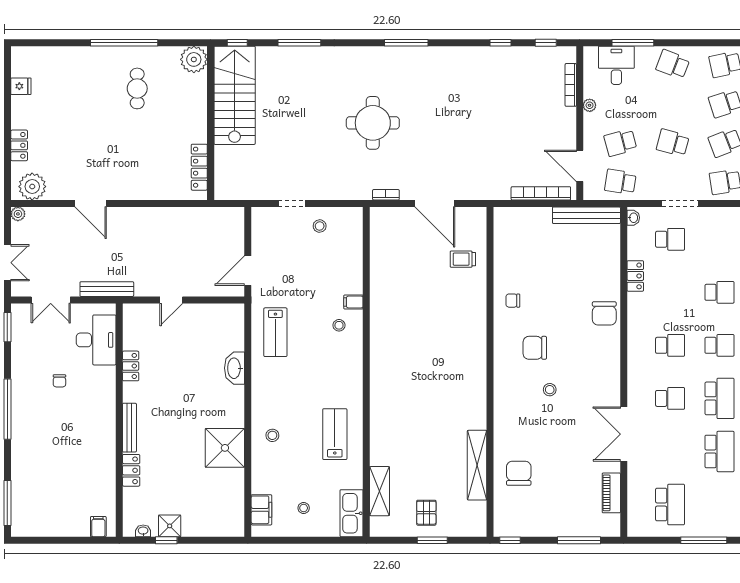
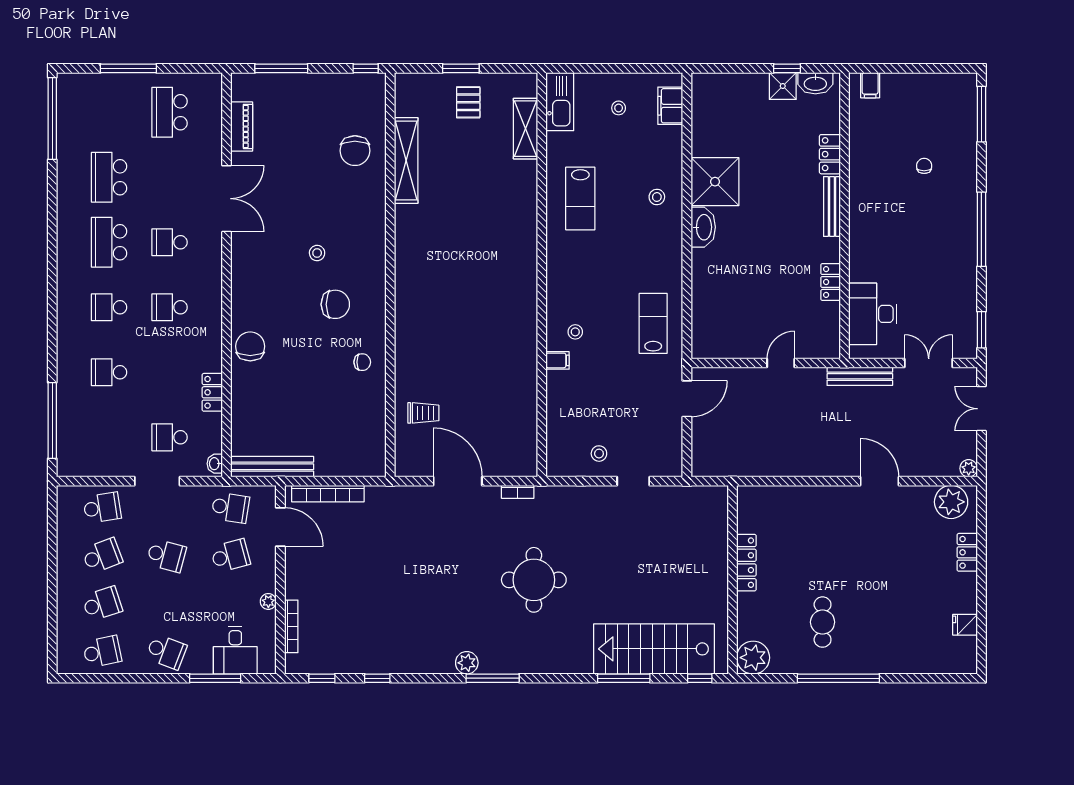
plant: (428, 55) -> (467, 663), added
stairs: (235, 95) -> (654, 649), moved, turned 90
locker: (199, 167) -> (746, 563), moved
washbasin: (235, 368) -> (703, 227), moved
chair: (59, 381) -> (924, 166), moved
washbasin: (143, 531) -> (815, 83), width x1.91, depth x1.45

